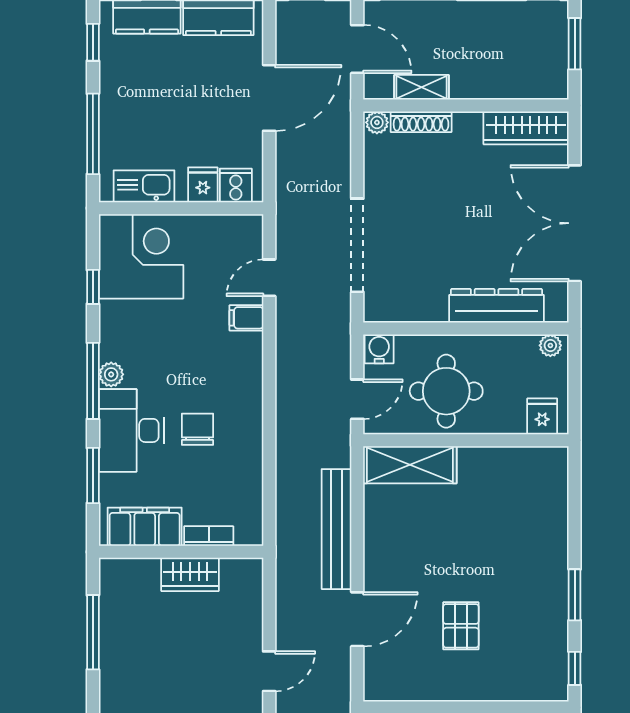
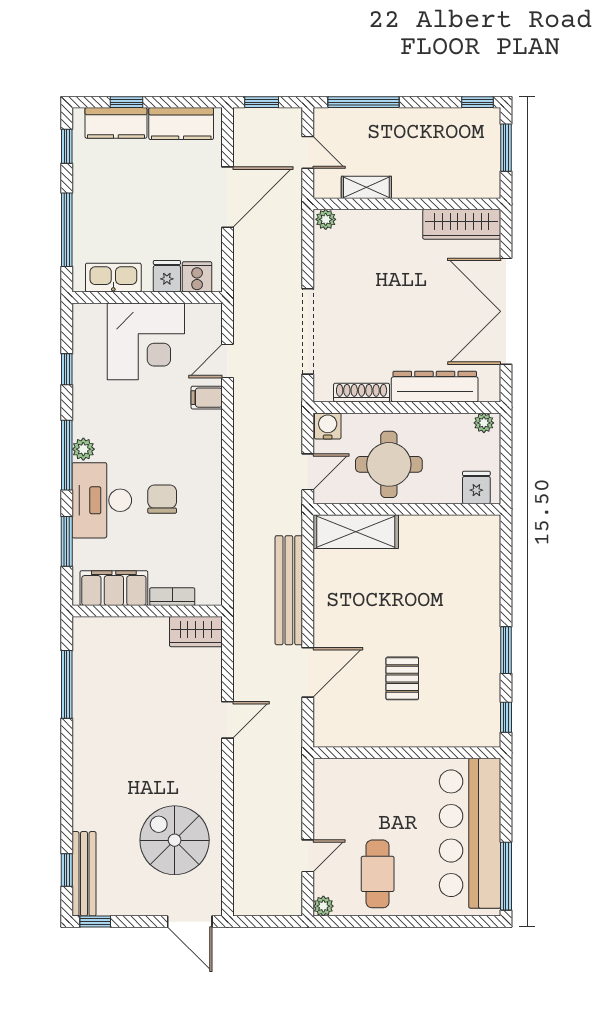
door: (357, 49) -> (308, 152), width x0.73
shoe rack: (421, 122) -> (362, 393), moved, turned 180
corner desk: (141, 256) -> (146, 341), moved, turned 90
wardrobe: (190, 574) -> (196, 632), moved

